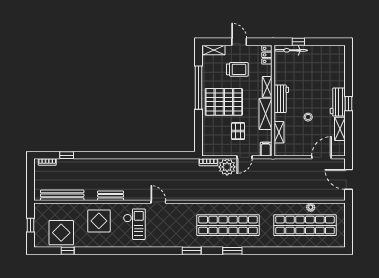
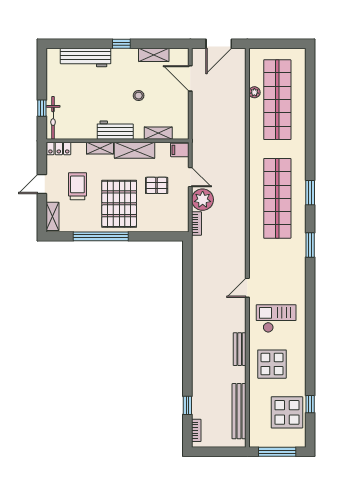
workbench: (338, 102) -> (86, 57), moved, width x1.38
window: (31, 225) -> (277, 452), width x2.17

